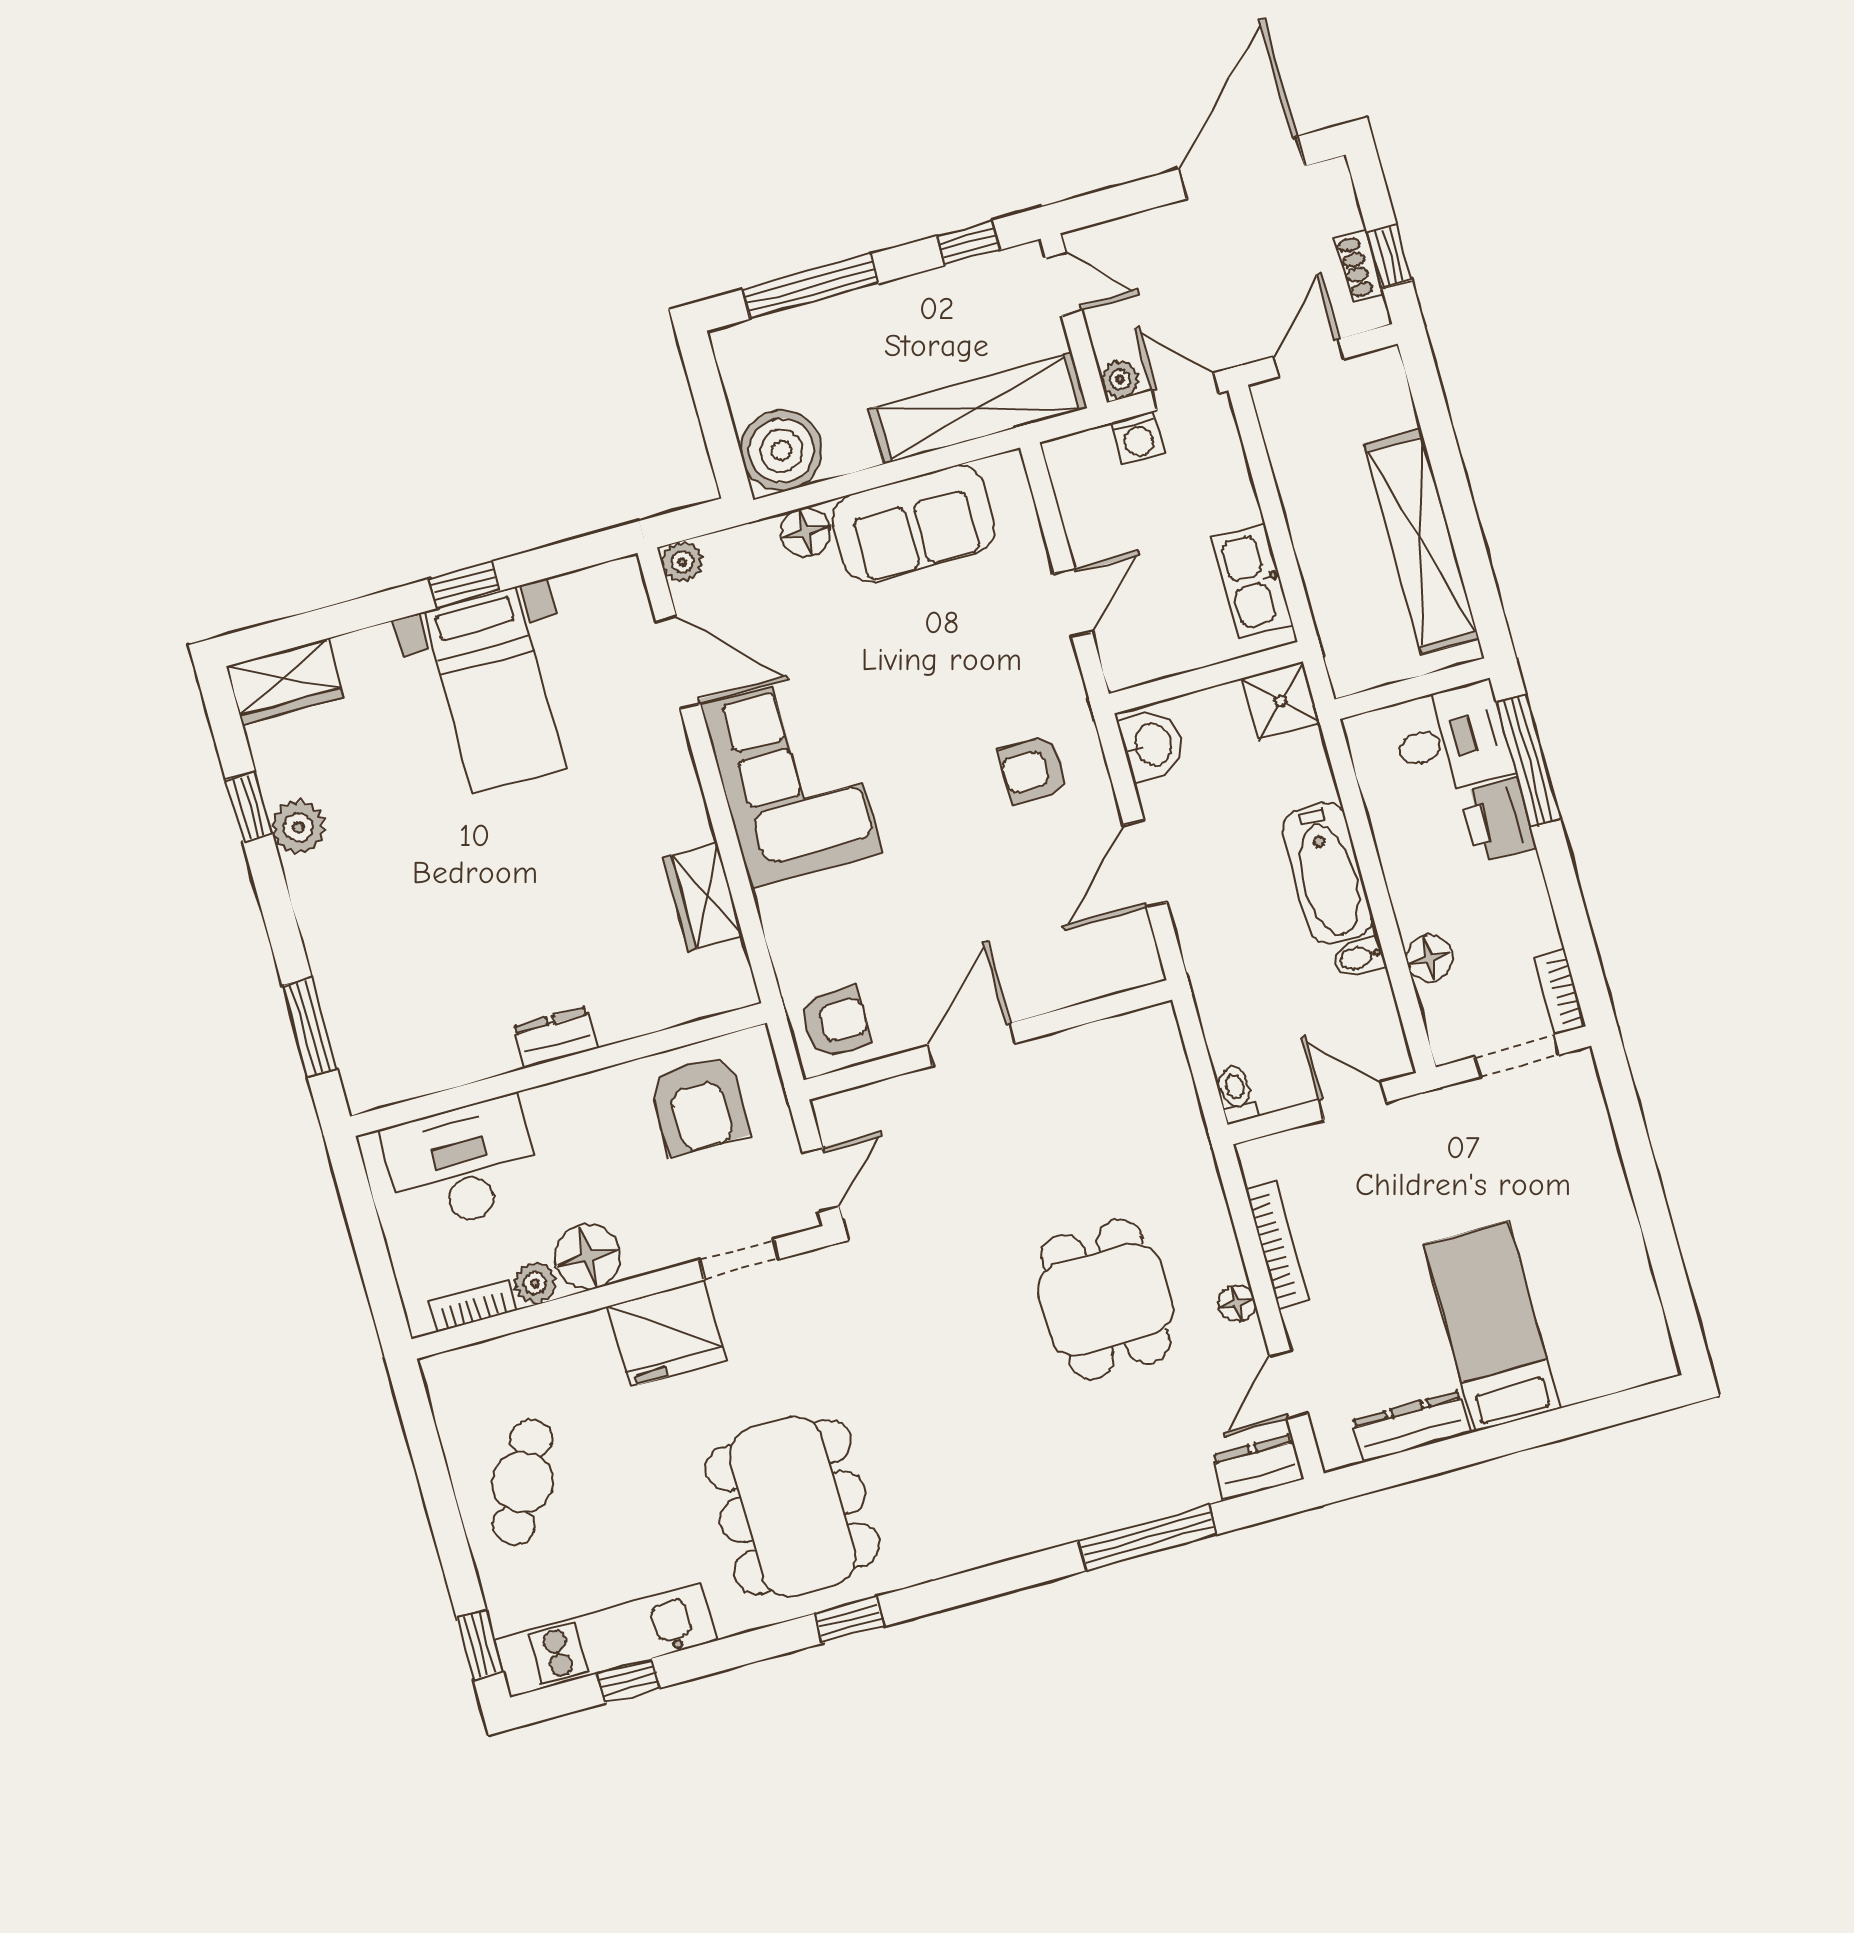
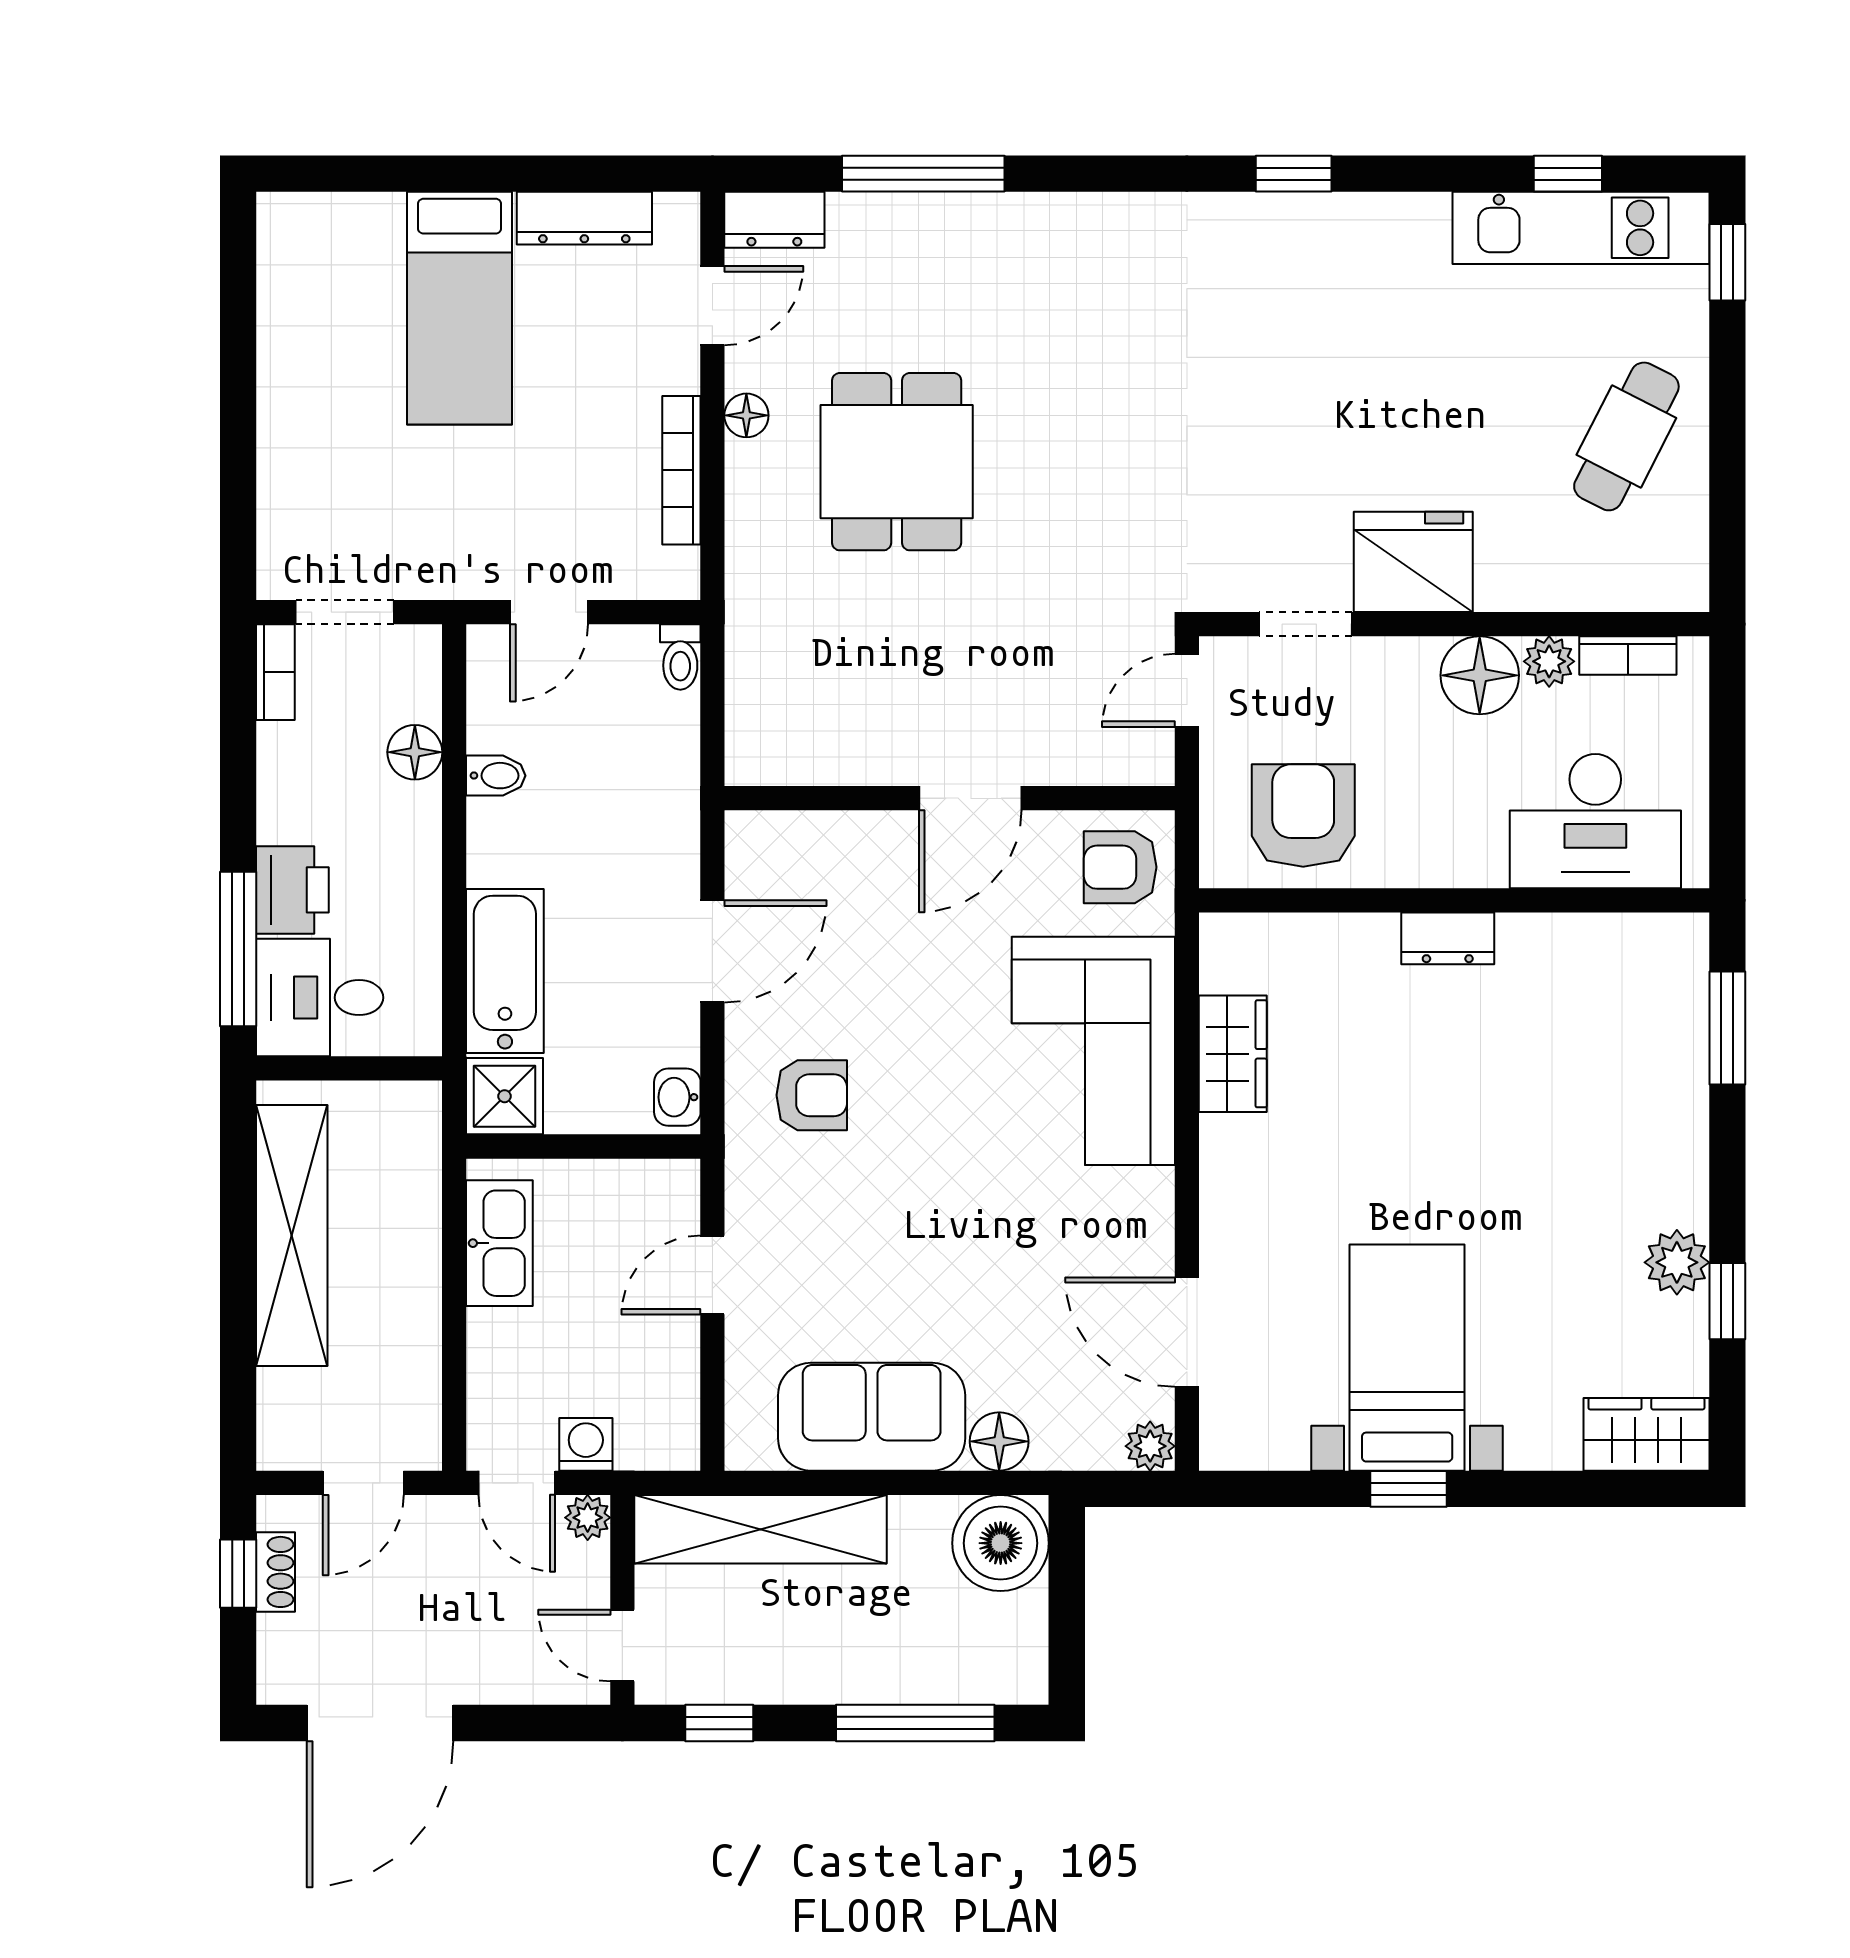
washbasin: (1152, 745) -> (677, 1097), width x0.72, depth x0.69
corner sofa: (791, 779) -> (1093, 1051), moved
bathtub: (1328, 873) -> (505, 971), moved
door: (1352, 1101) -> (549, 612), hinge flipped
dining table: (792, 1507) -> (1323, 322), removed

